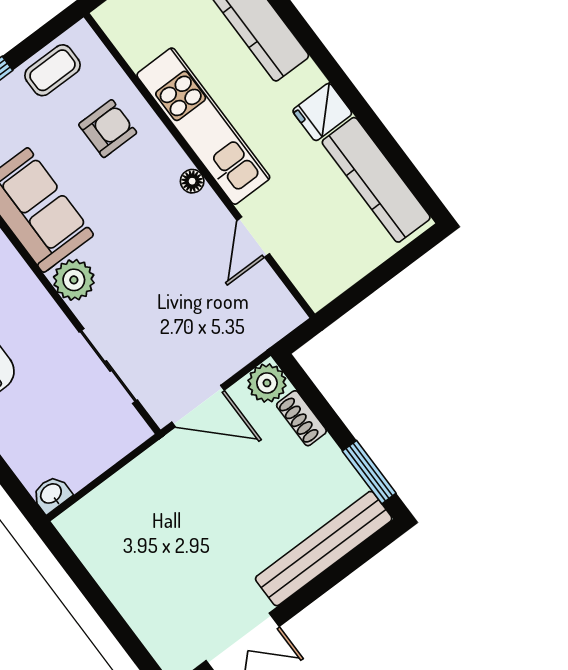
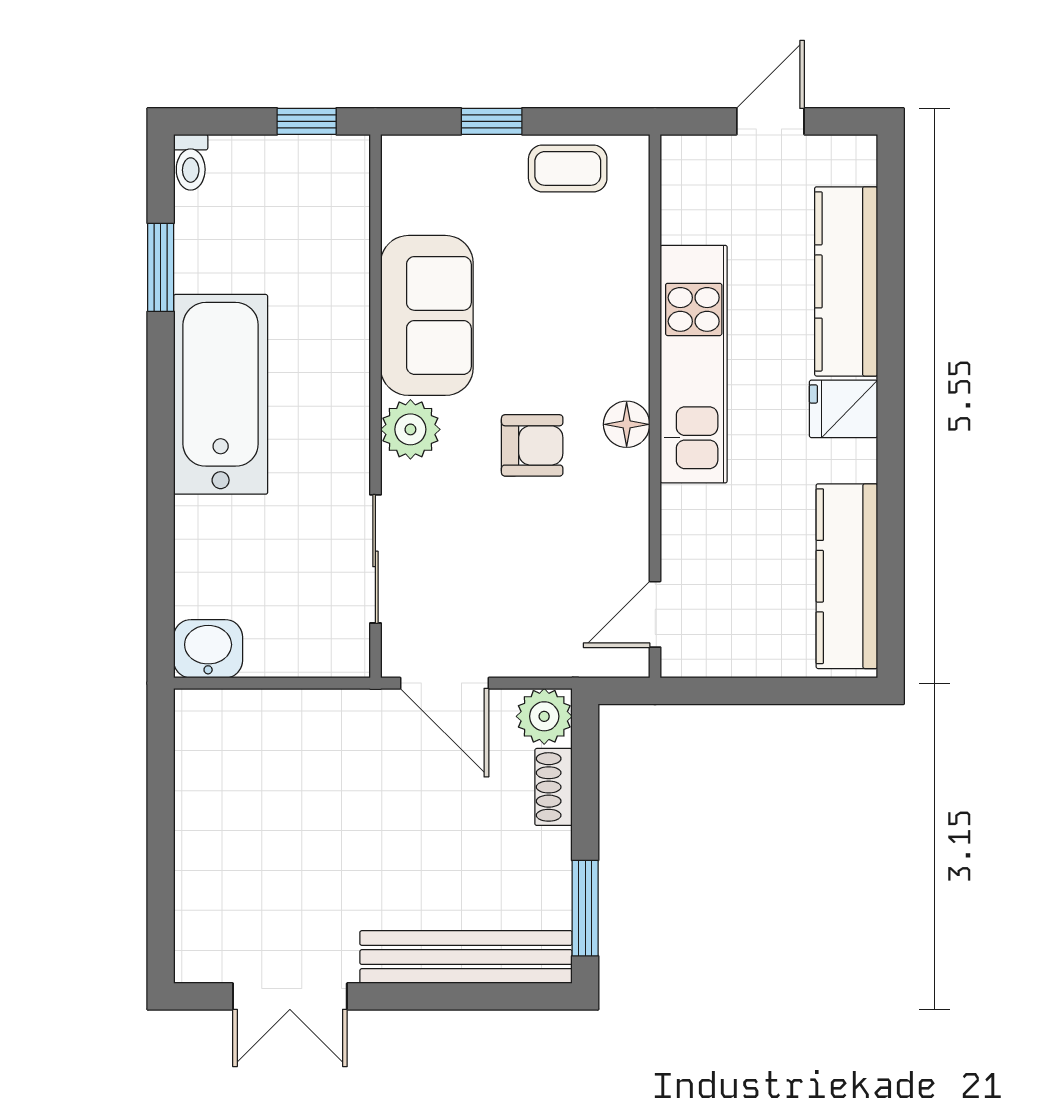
fridge: (322, 112) -> (843, 409), moved
armchair: (108, 129) -> (532, 445), moved
floor lamp: (192, 181) -> (627, 424), width x1.37, depth x1.37
door: (253, 237) -> (655, 614), moved
washbasin: (51, 494) -> (208, 649), width x1.38, depth x1.45

